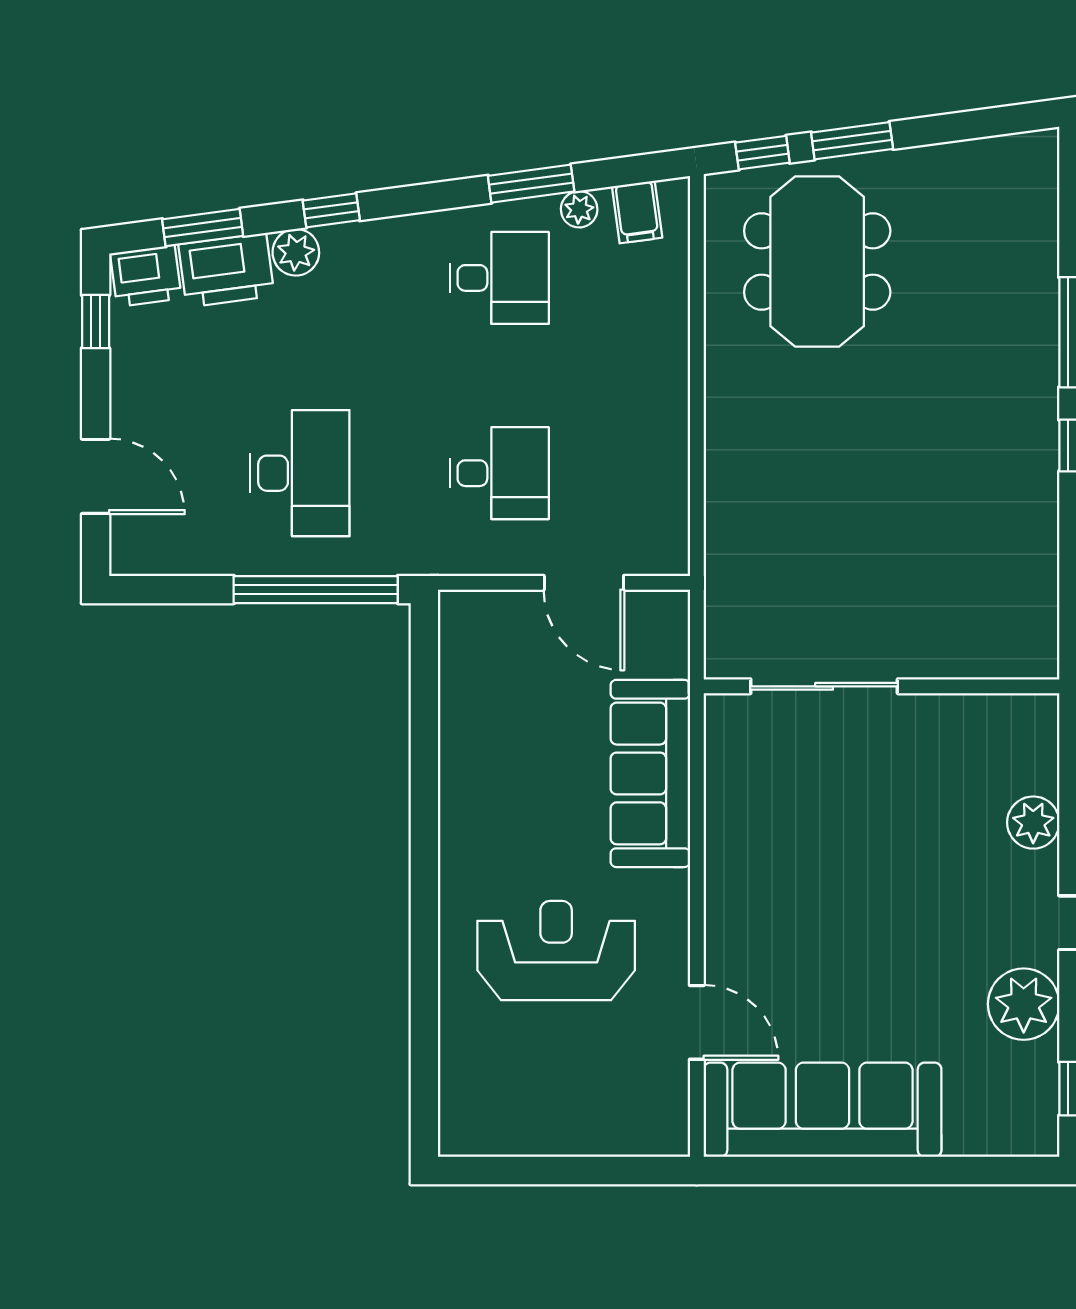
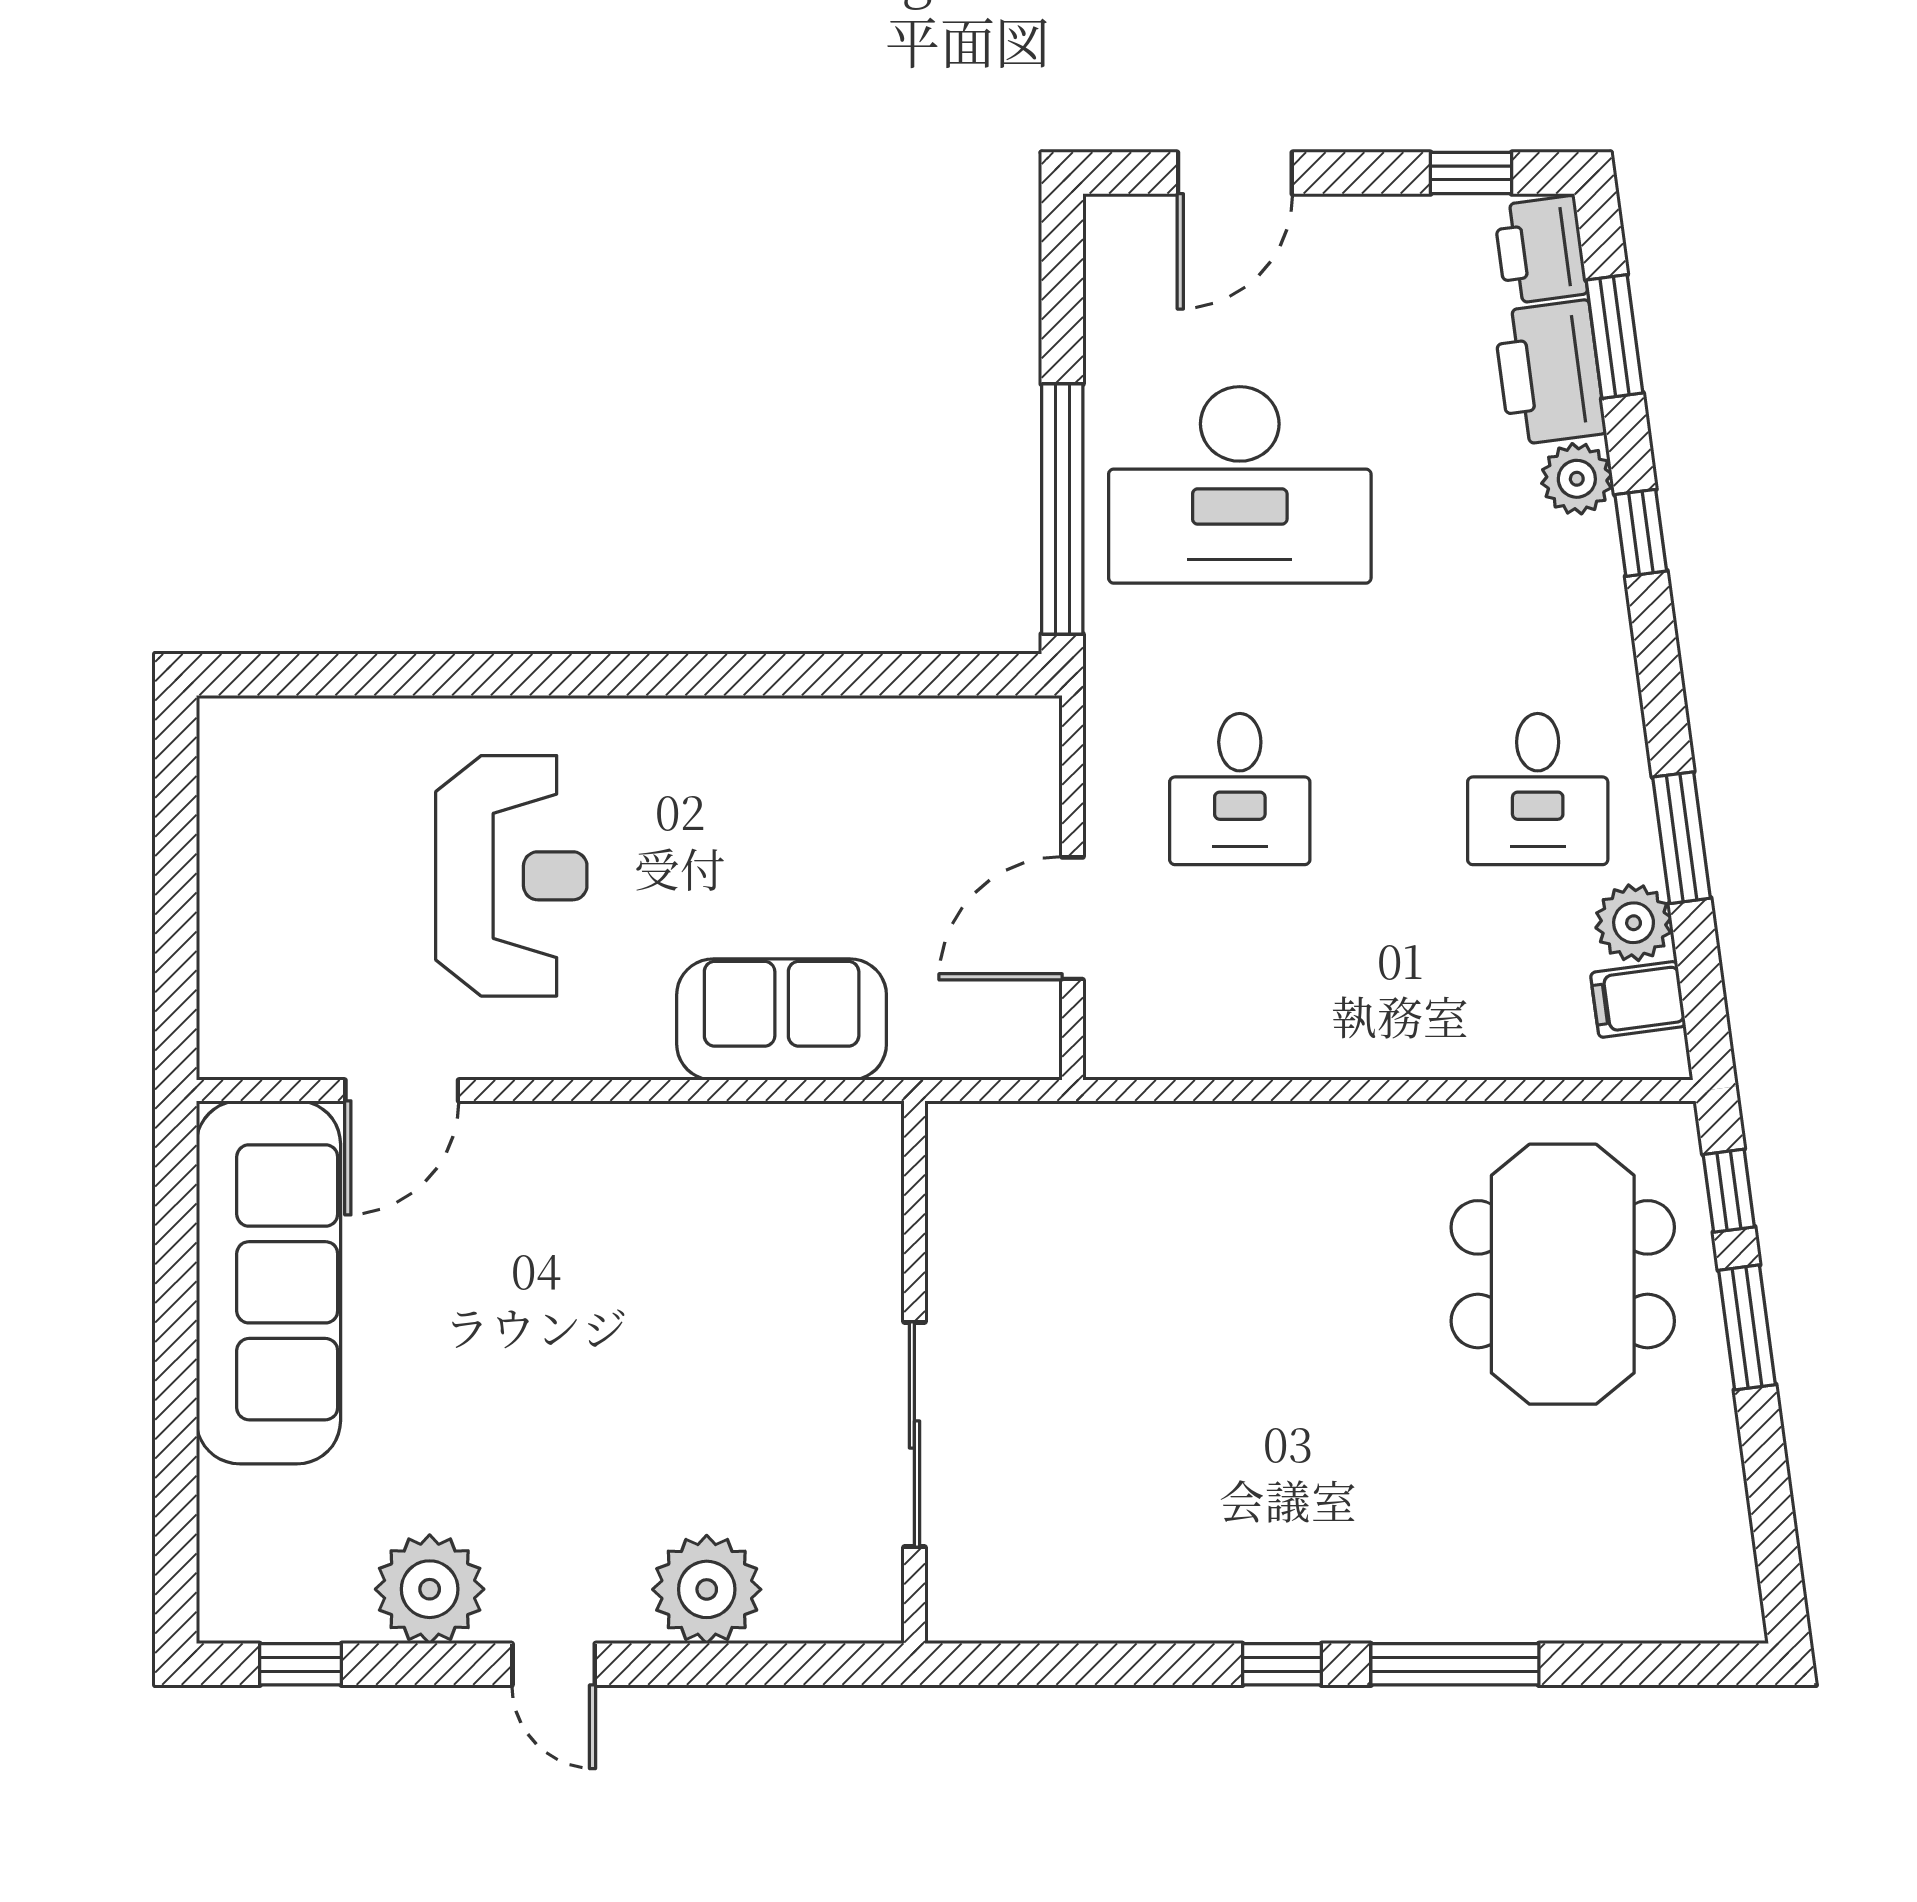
plant: (579, 209) -> (1634, 923), width x1.38, depth x1.38
meeting table: (817, 262) -> (1563, 1274), turned 90
desk: (300, 473) -> (1240, 485), width x1.36, depth x1.30
sliding door: (824, 686) -> (914, 1434), moved
sofa: (650, 773) -> (782, 1020), width x0.73
plant: (1033, 823) -> (707, 1589), width x1.36, depth x1.36

